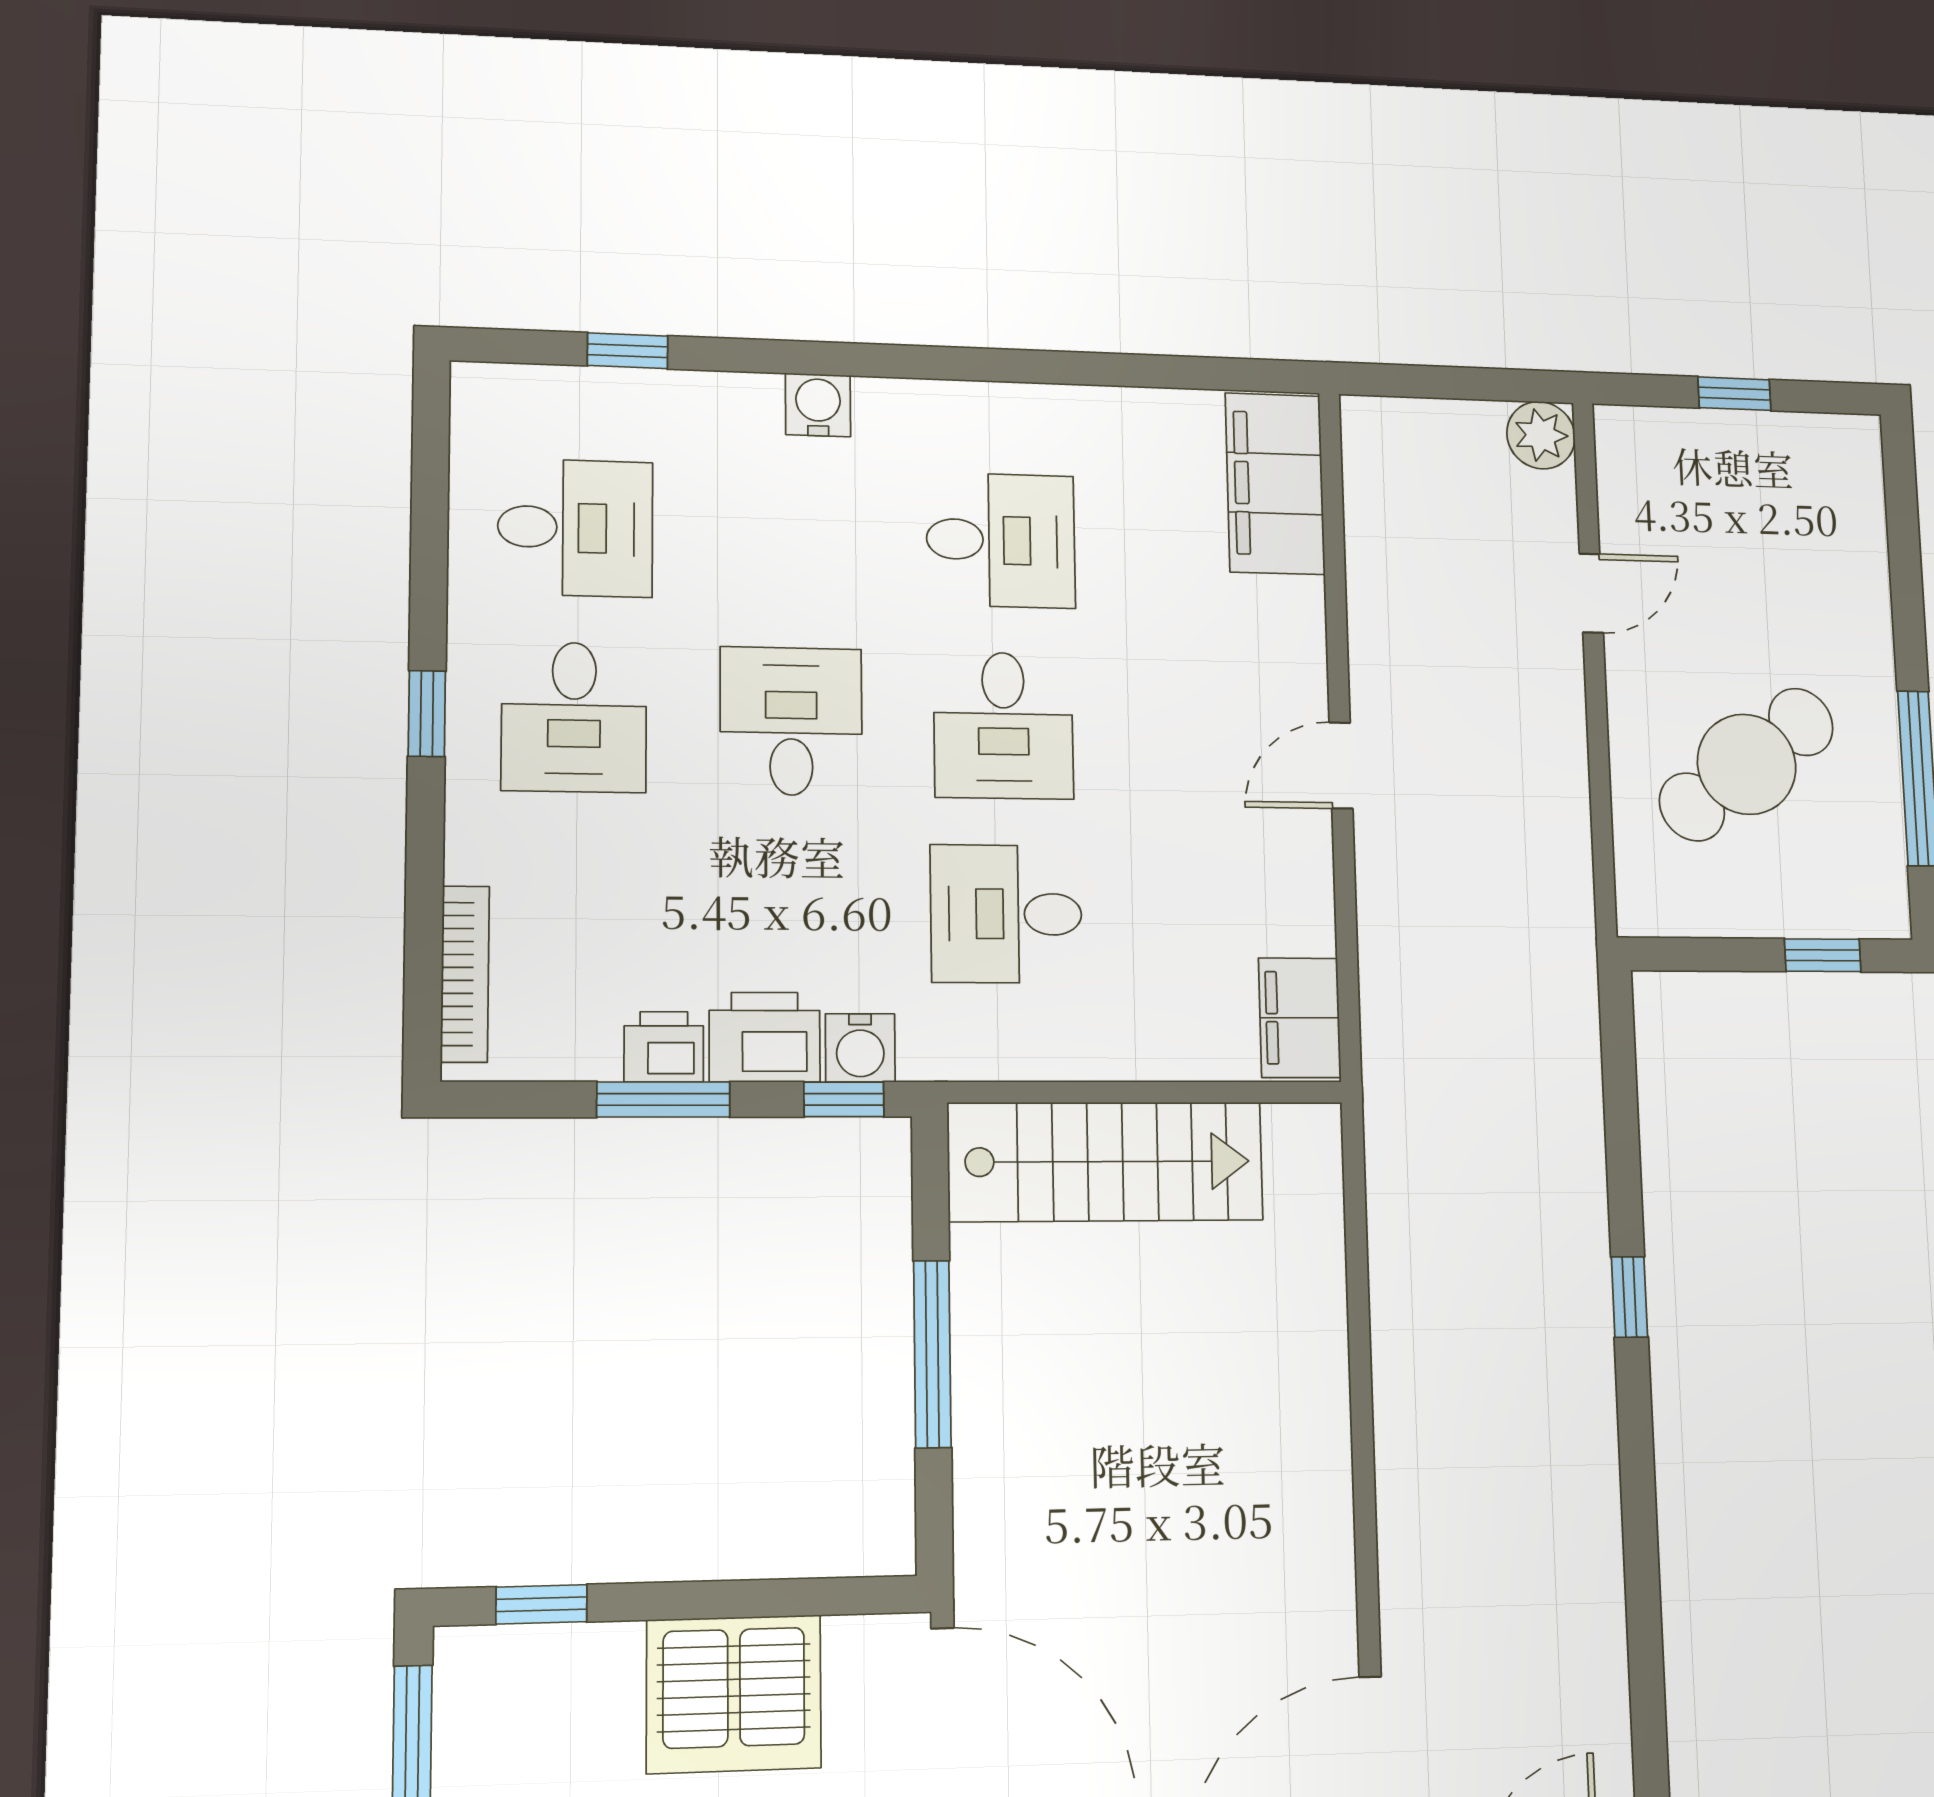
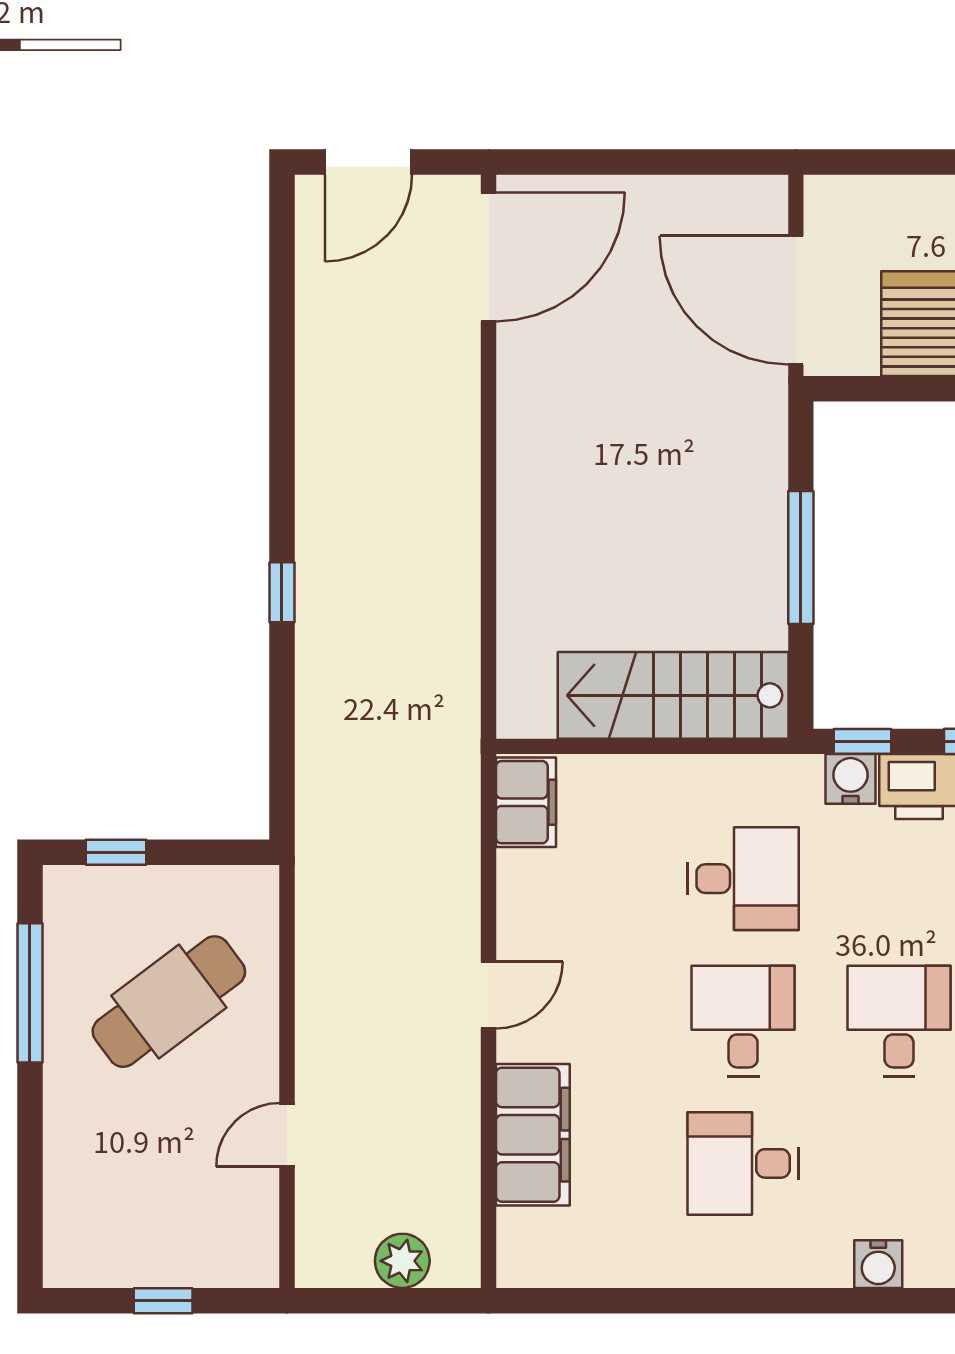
plant: (1541, 435) -> (402, 1261), moved
filing cabinet: (1275, 484) -> (533, 1135), moved
desk: (791, 721) -> (899, 1021), turned 180

